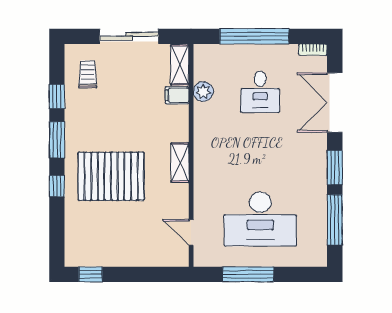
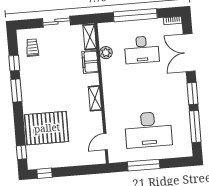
sliding door: (129, 36) -> (56, 22), width x0.73
desk: (260, 92) -> (142, 50), width x1.37
filing cabinet: (177, 95) -> (90, 62), width x2.00
pallet: (111, 176) -> (47, 128), moved
window: (57, 186) -> (21, 152), moved
door: (191, 232) -> (106, 142), hinge flipped

